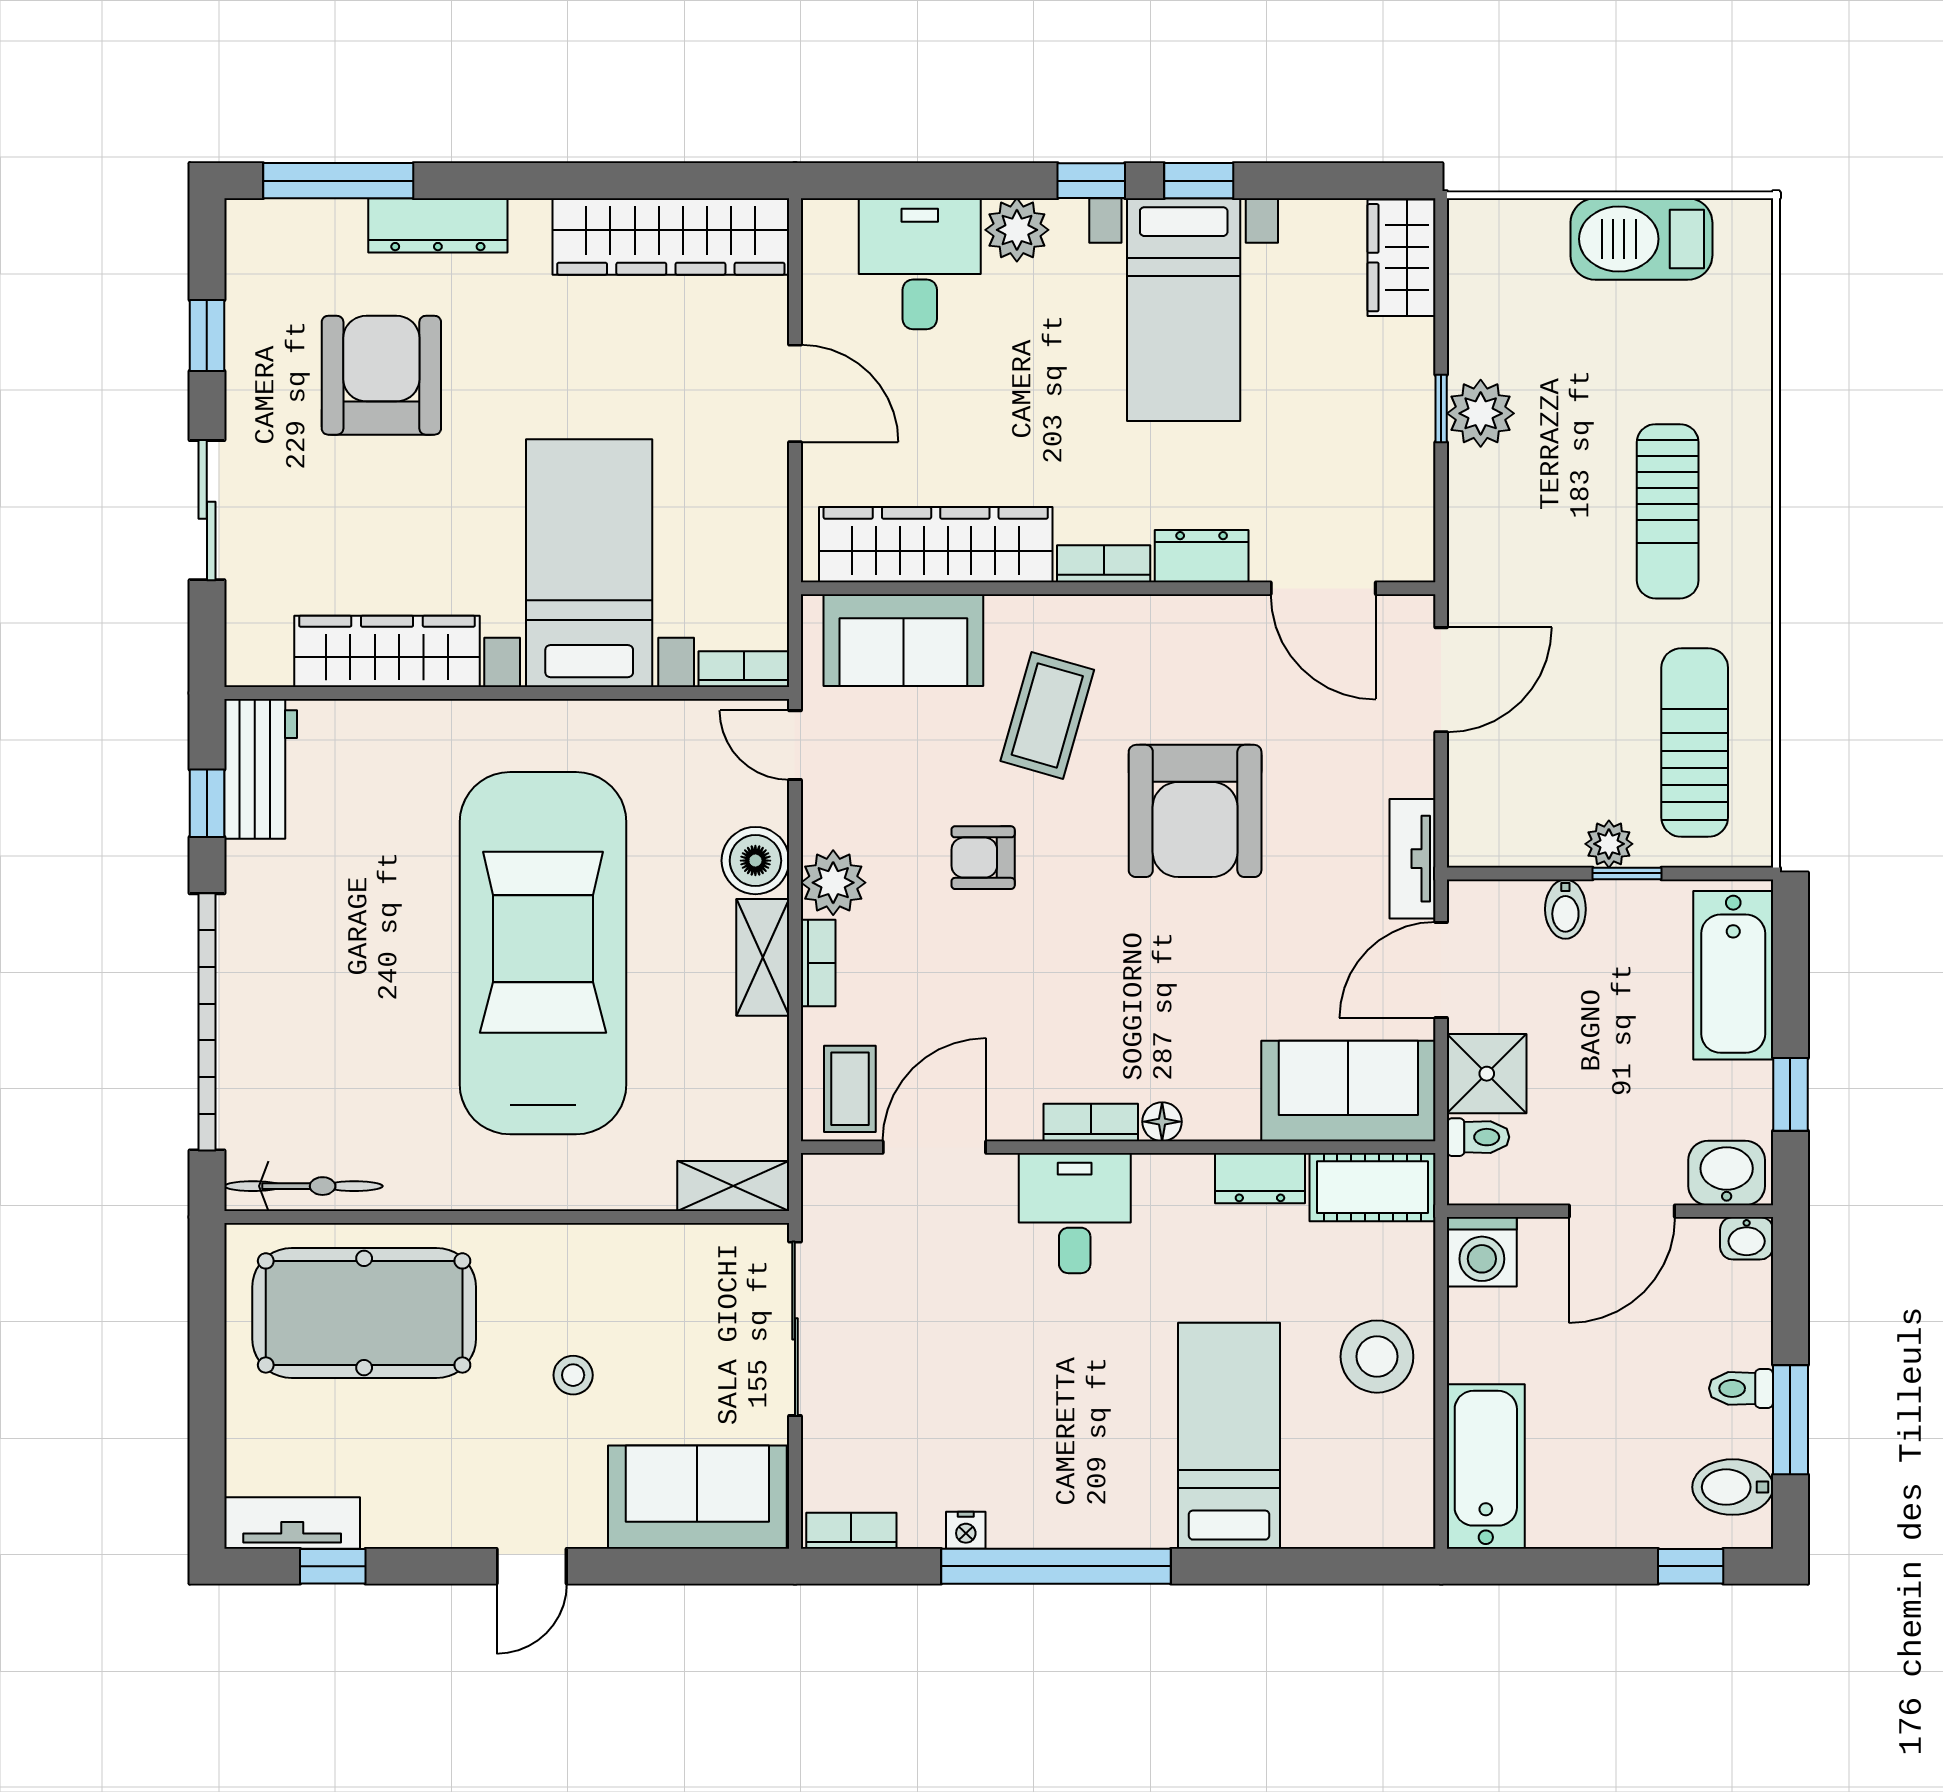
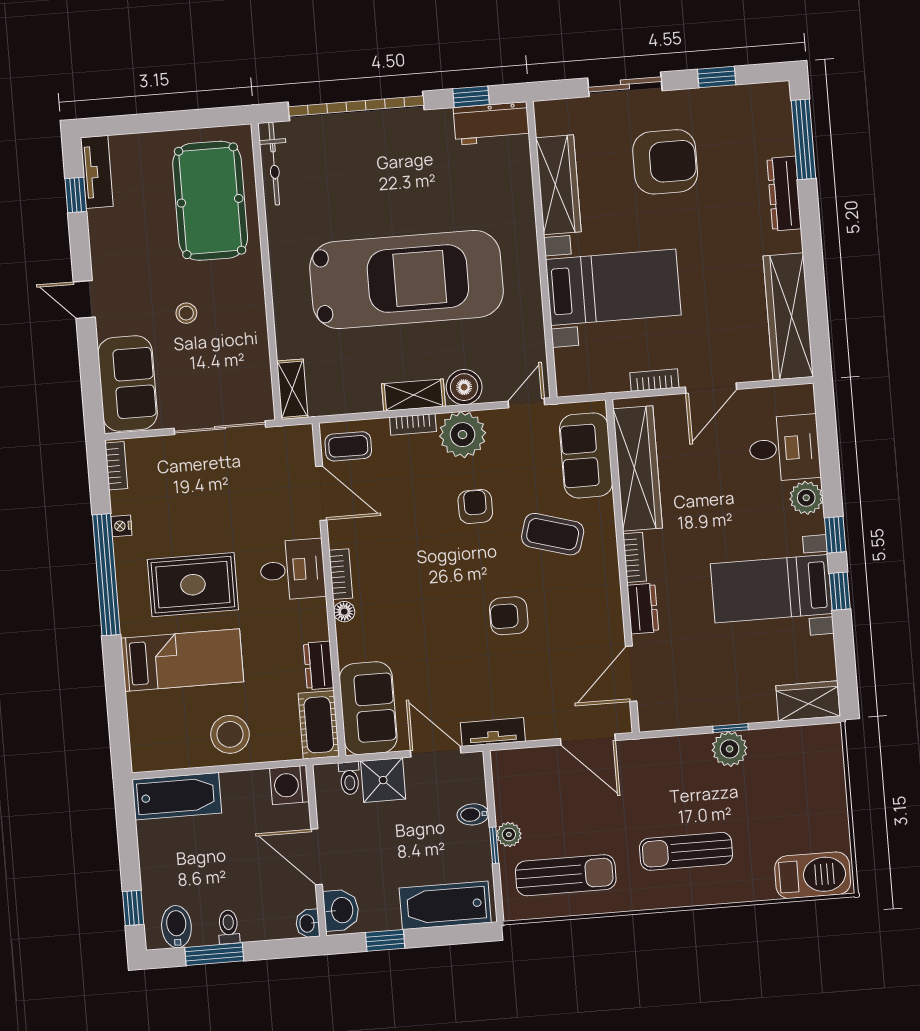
barbecue: (1641, 239) -> (813, 875), moved, turned 90
armchair: (381, 375) -> (665, 162), moved
bookcase: (744, 669) -> (654, 380), moved, turned -90
armchair: (1195, 811) -> (509, 616), width x0.53, depth x0.53
plant: (833, 883) -> (463, 435), width x1.36, depth x1.36
rug: (1088, 1404) -> (193, 585), added

